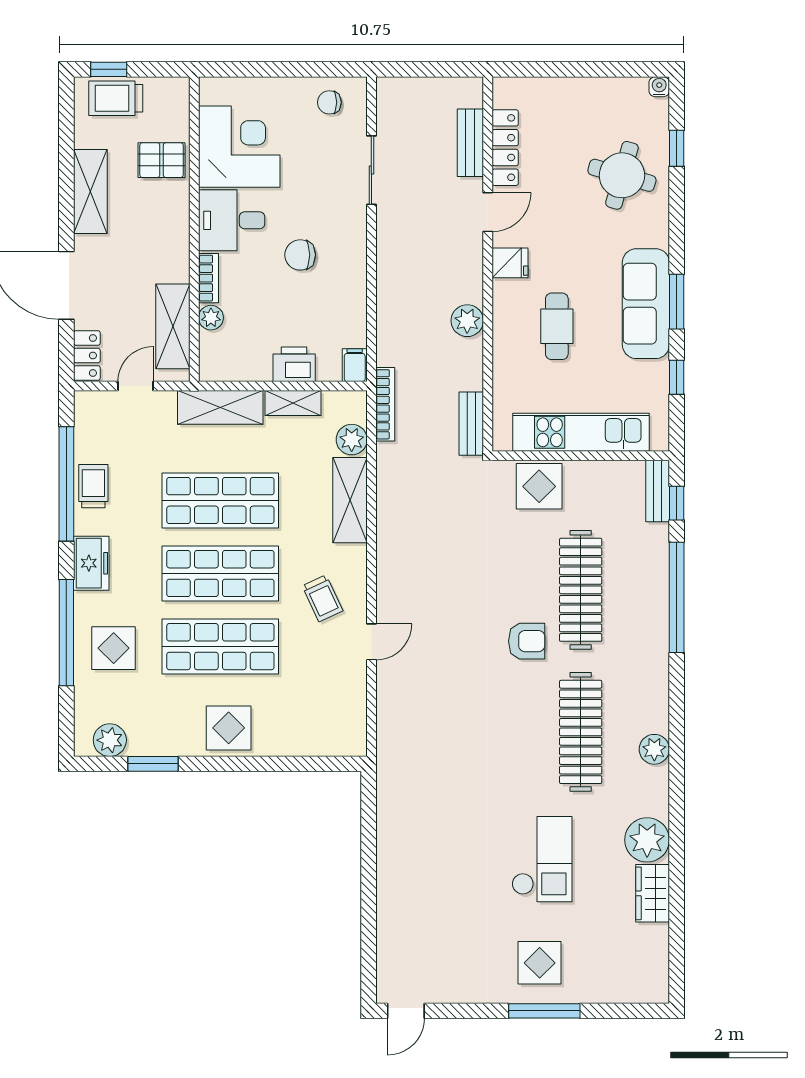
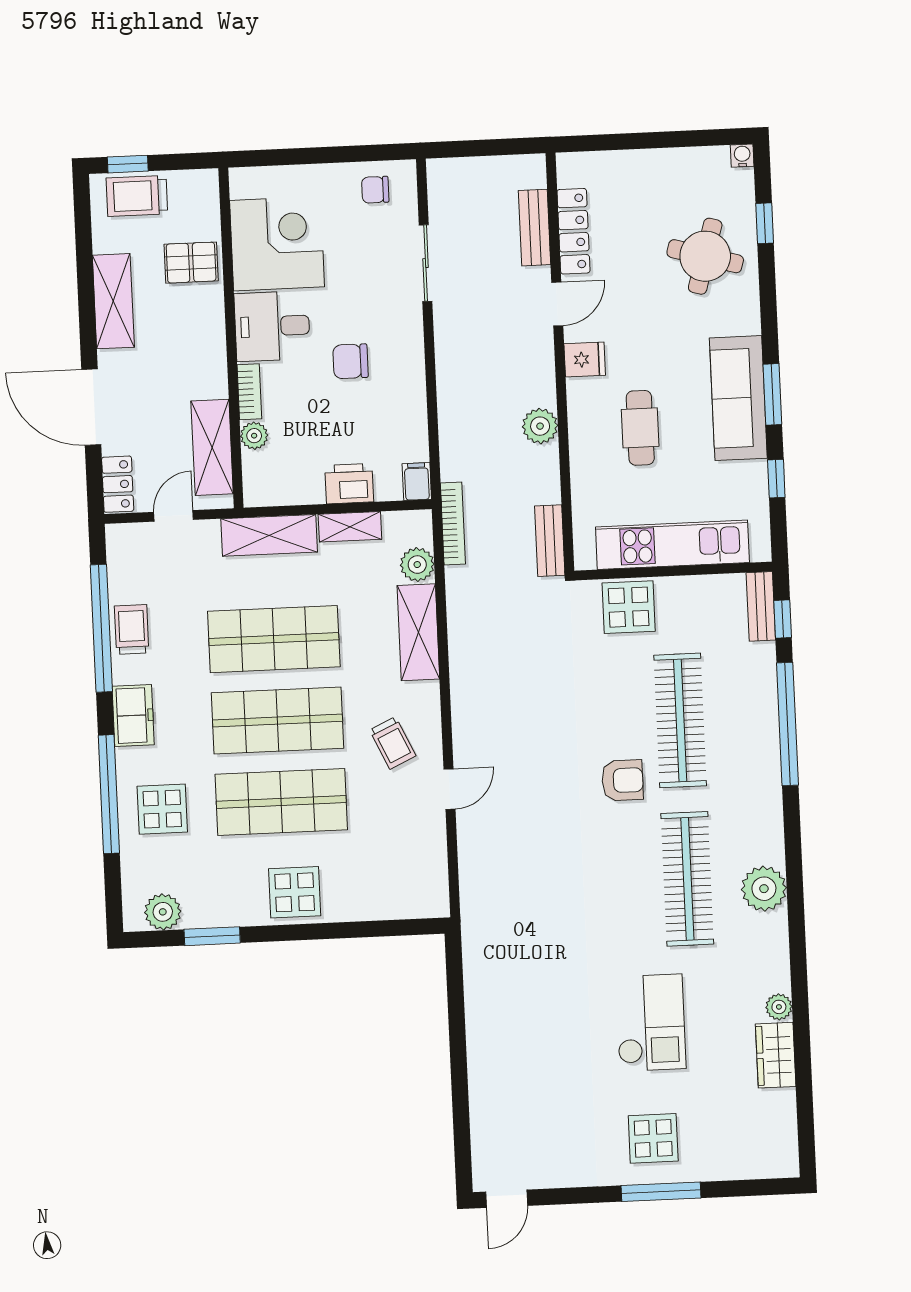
plant: (654, 749) -> (764, 889), width x1.36, depth x1.36
plant: (647, 840) -> (779, 1007), width x0.53, depth x0.53

